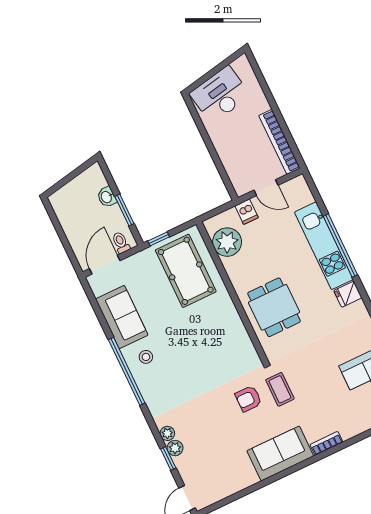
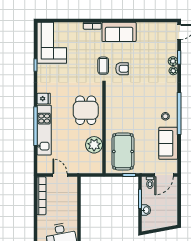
dishwasher: (247, 212) -> (76, 167), removed
plant: (227, 242) -> (94, 145), moved

